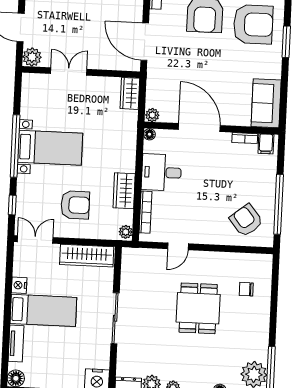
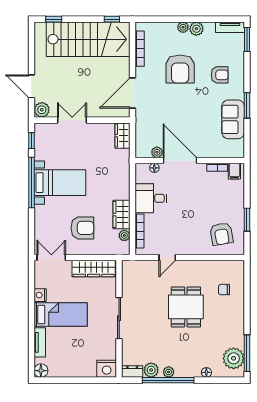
armchair: (253, 24) -> (220, 75), width x0.53, depth x0.53
door: (145, 42) -> (132, 93), hinge flipped
window: (286, 42) -> (247, 105), moved
sofa: (266, 103) -> (233, 119), moved
plant: (152, 115) -> (157, 152), moved
floor lamp: (149, 134) -> (154, 168), moved
window: (279, 204) -> (247, 220), width x0.47
window: (12, 205) -> (31, 141), moved
armchair: (246, 220) -> (221, 234), turned -151
plant: (126, 232) -> (124, 235), moved

